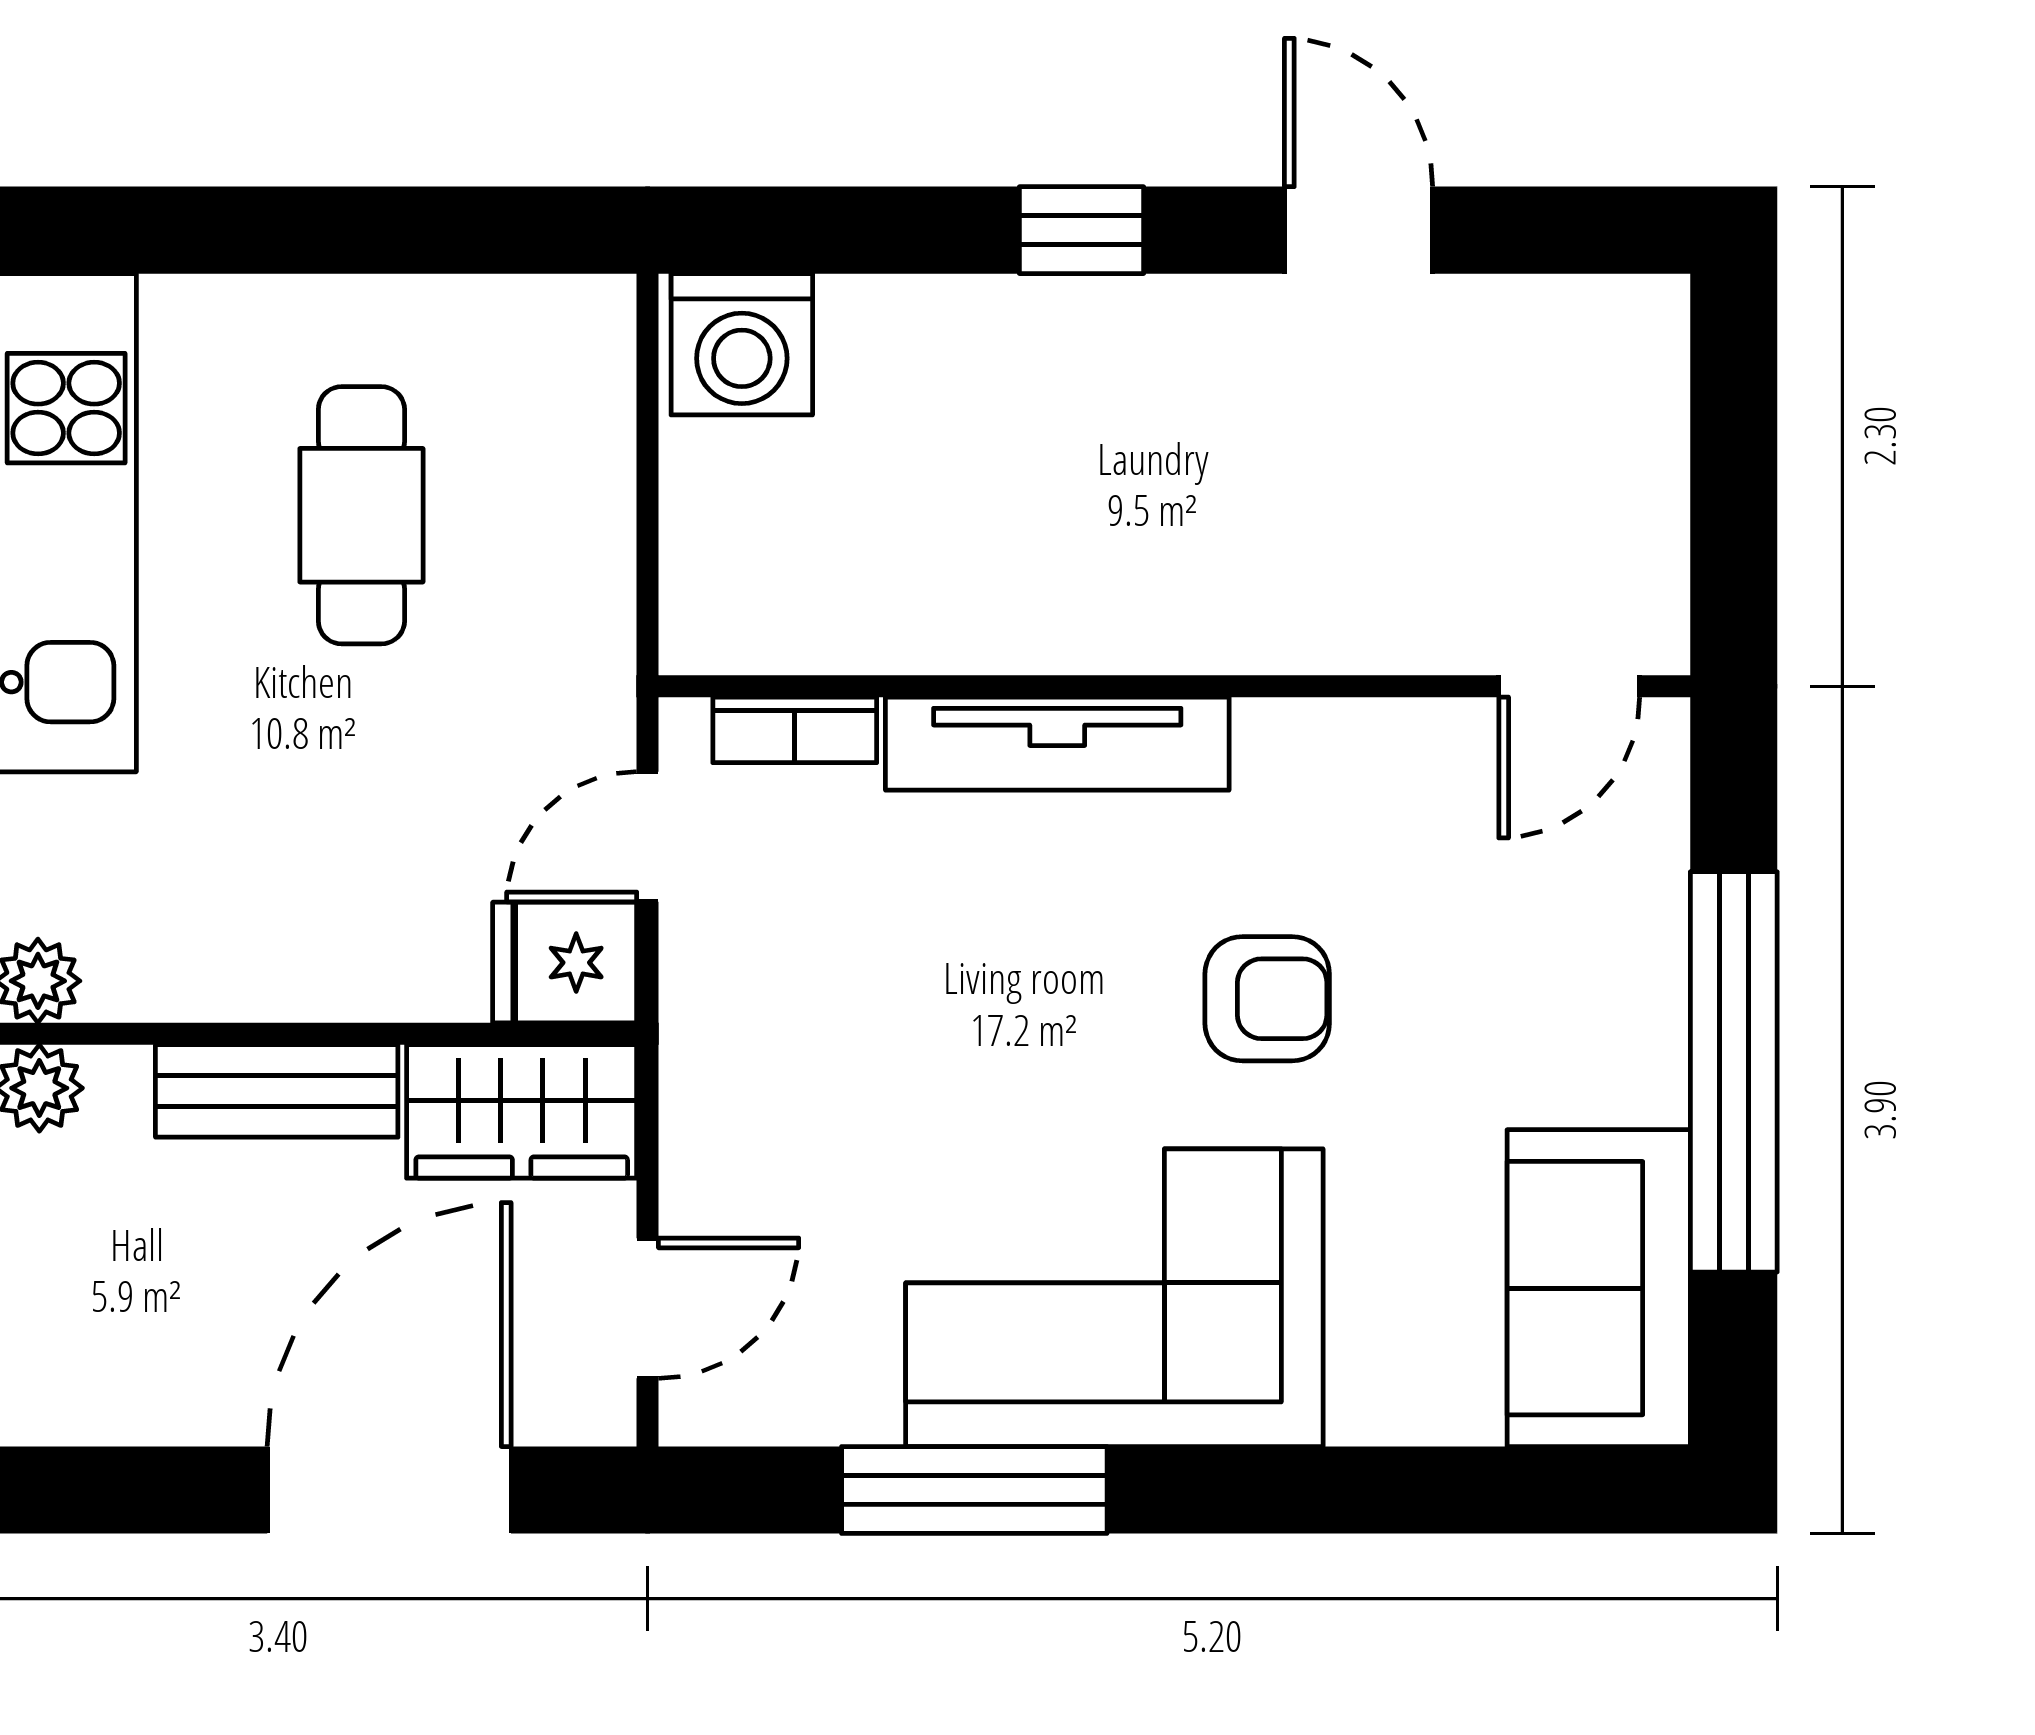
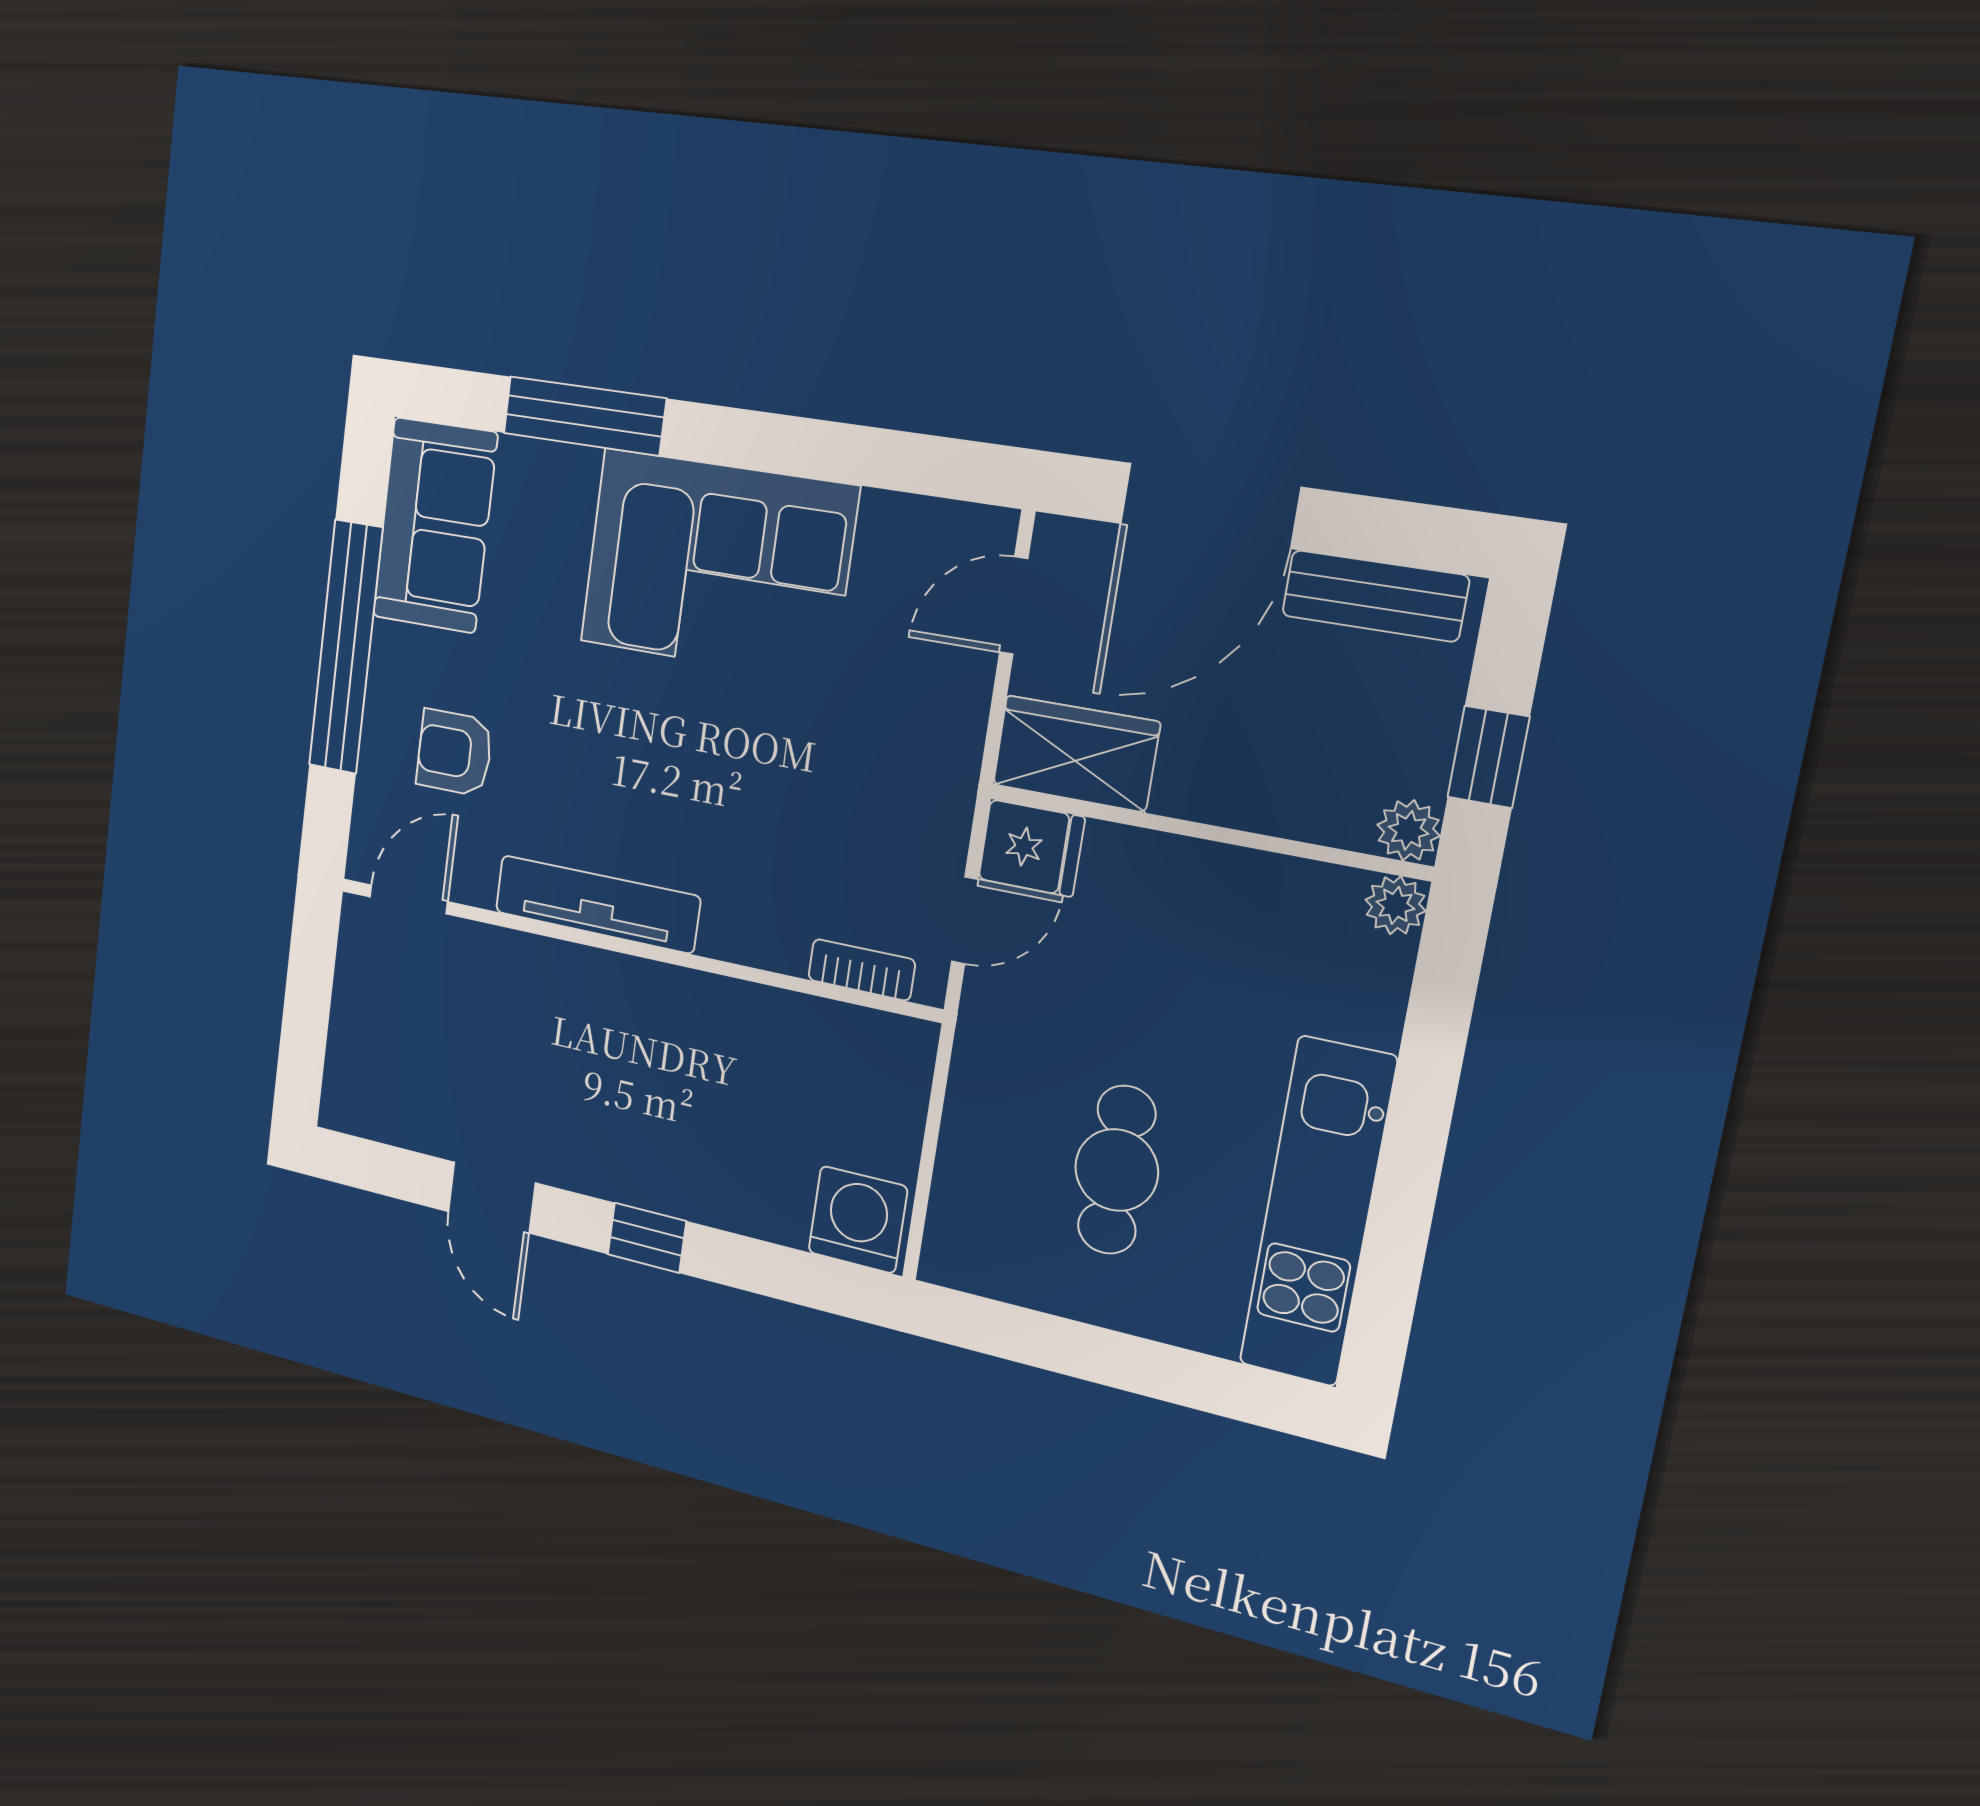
tv unit: (1057, 744) -> (597, 904), moved
armchair: (1267, 999) -> (454, 753), moved
bench: (277, 1091) -> (1375, 596), moved
window: (974, 1490) -> (584, 416), moved

